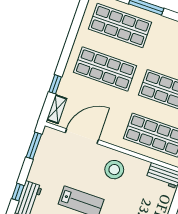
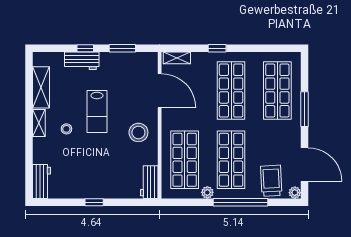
window: (55, 84) -> (217, 48), moved
window: (34, 146) -> (122, 48), moved

